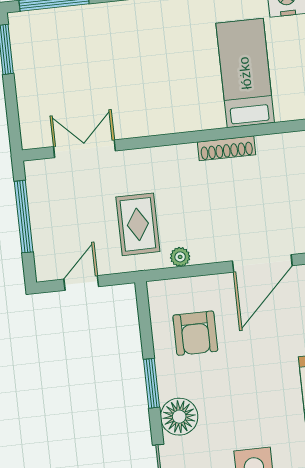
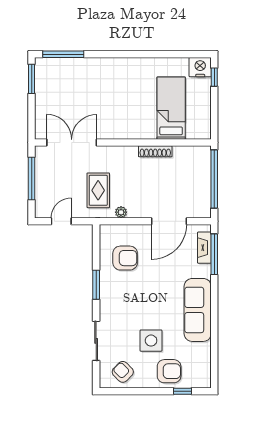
double door: (85, 149) -> (72, 142), width x1.37
armchair: (195, 333) -> (125, 258), turned -90
floor lamp: (179, 417) -> (110, 306), removed

